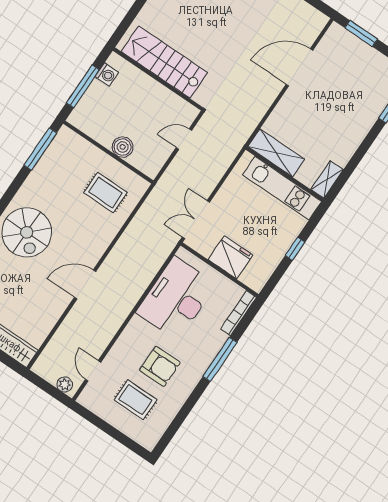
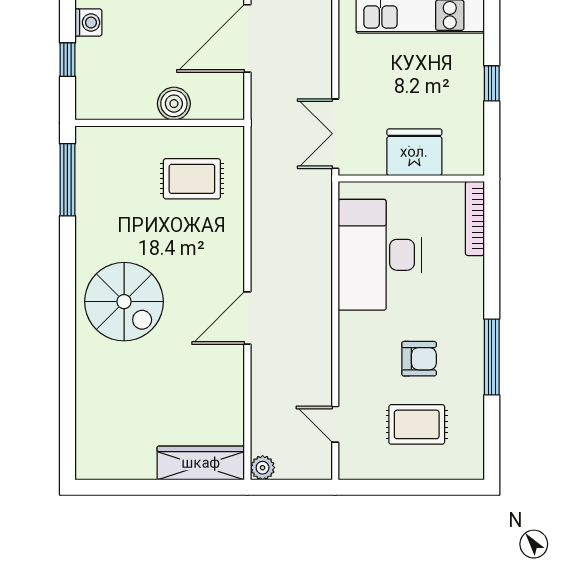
window: (83, 86) -> (67, 60), width x0.46
door: (184, 139) -> (247, 38), width x1.88
window: (220, 359) -> (492, 357), moved
armchair: (160, 366) -> (419, 359), width x0.72, depth x0.72
plant: (65, 384) -> (263, 468), moved

